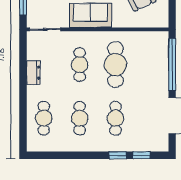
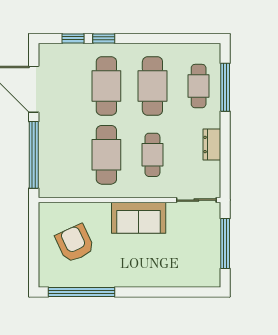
window: (23, 117) -> (225, 87), added
cafe table: (80, 118) -> (152, 86), width x1.37, depth x1.35
cafe table: (115, 118) -> (106, 86), width x1.37, depth x1.35

